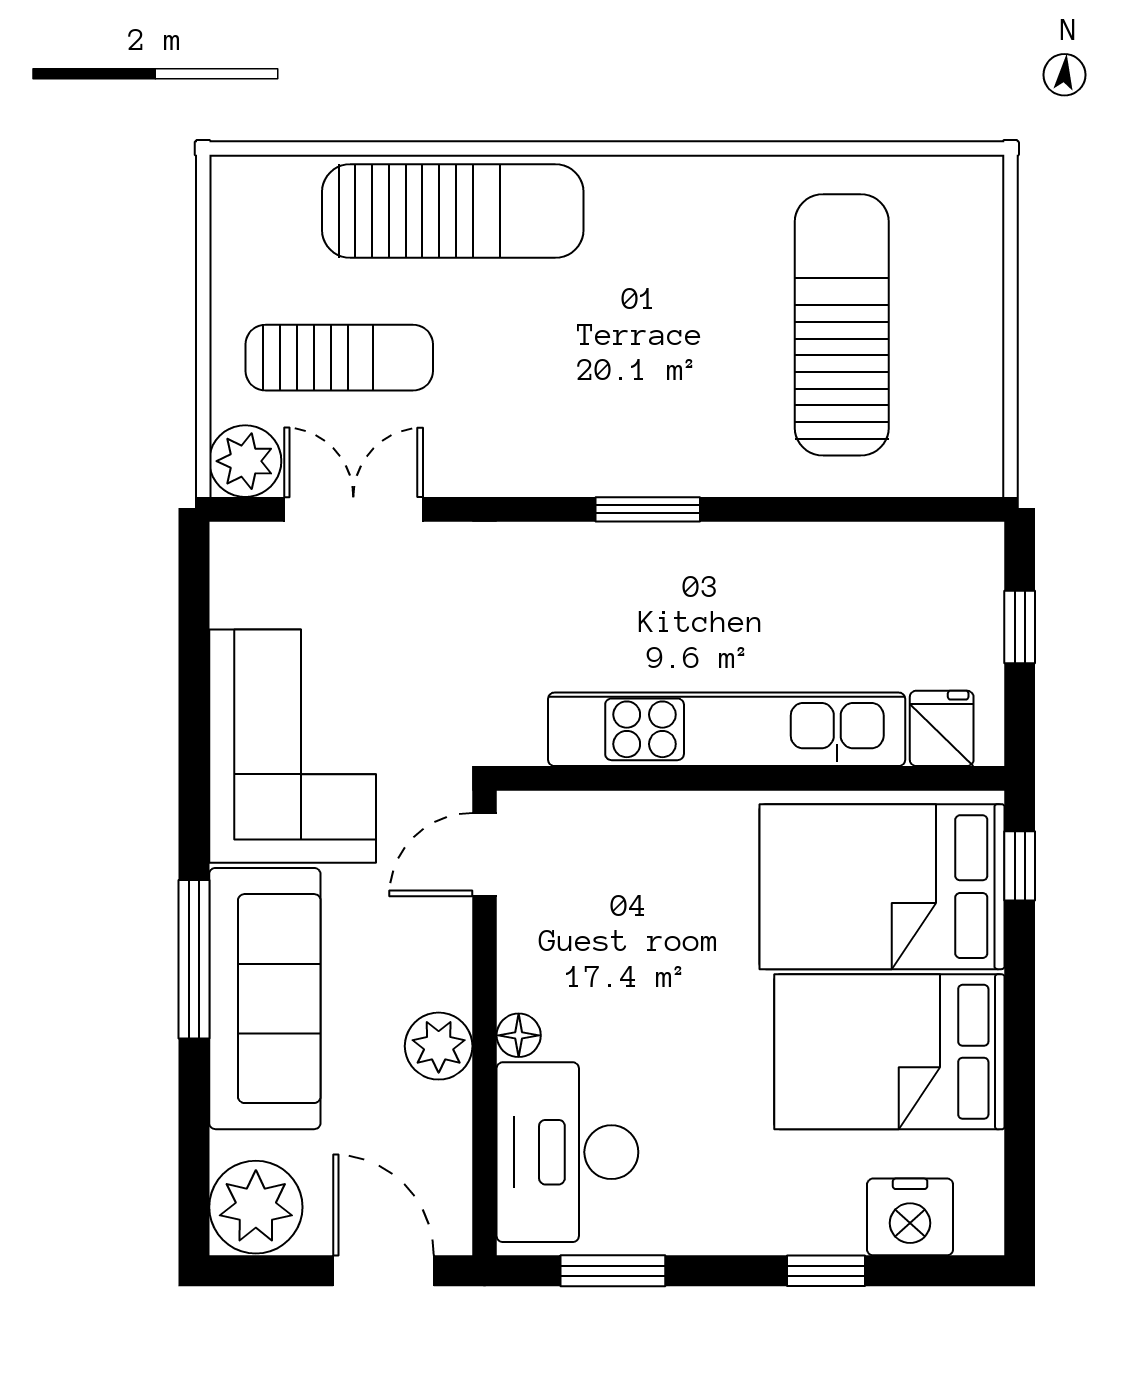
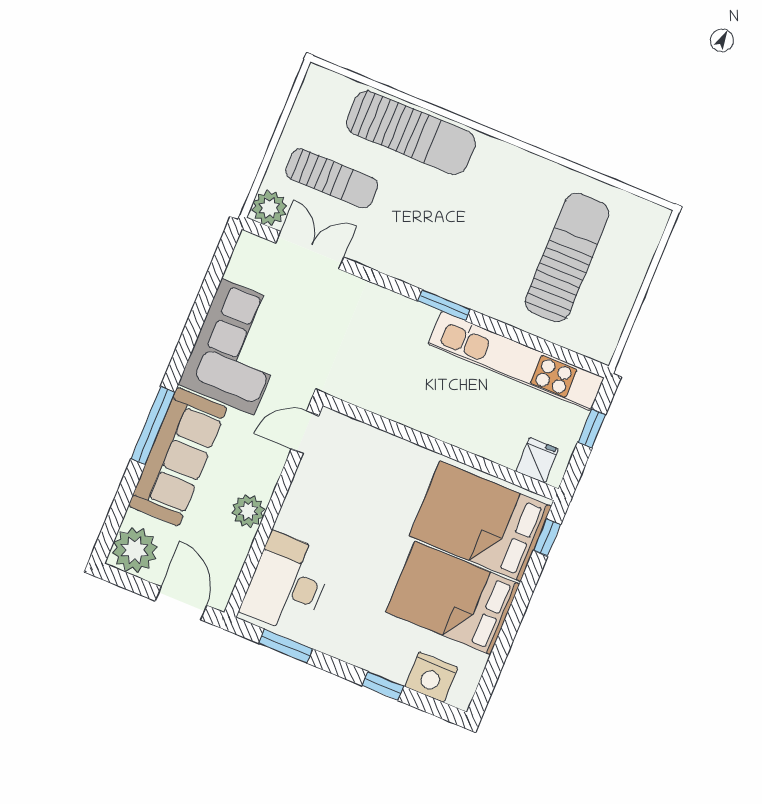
kitchen unit: (727, 729) -> (516, 361), moved, turned 180
floor lamp: (519, 1035) -> (287, 521), removed

